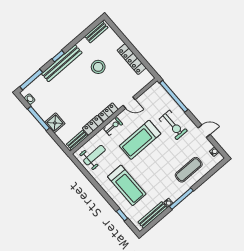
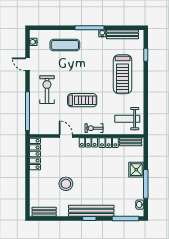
locker: (132, 59) -> (35, 154), moved
treadmill: (140, 140) -> (82, 100), width x0.73, depth x0.73
treadmill: (127, 185) -> (123, 74), turned 180

